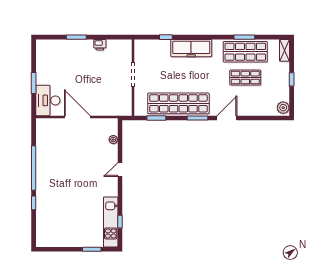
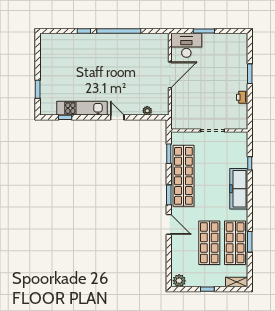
shop shelf: (245, 78) -> (209, 243), width x1.43, depth x1.36
kitchen unit: (111, 222) -> (82, 108), moved

